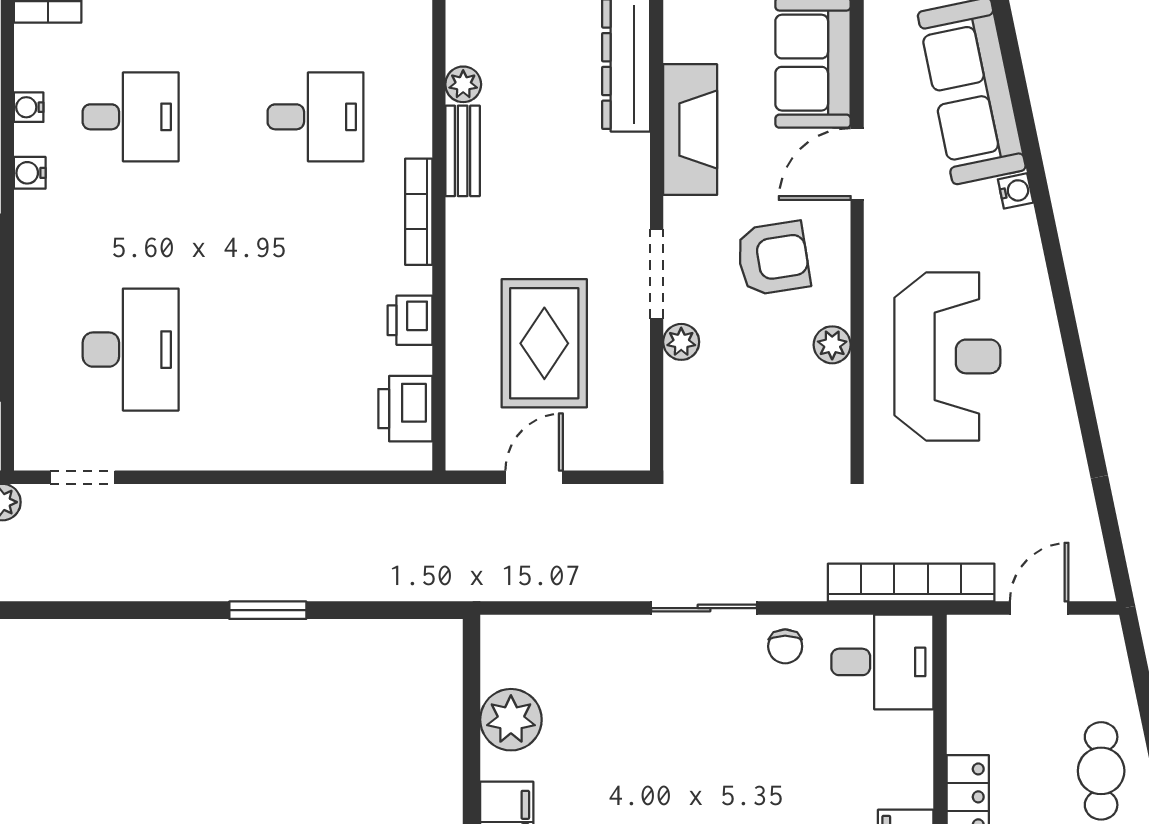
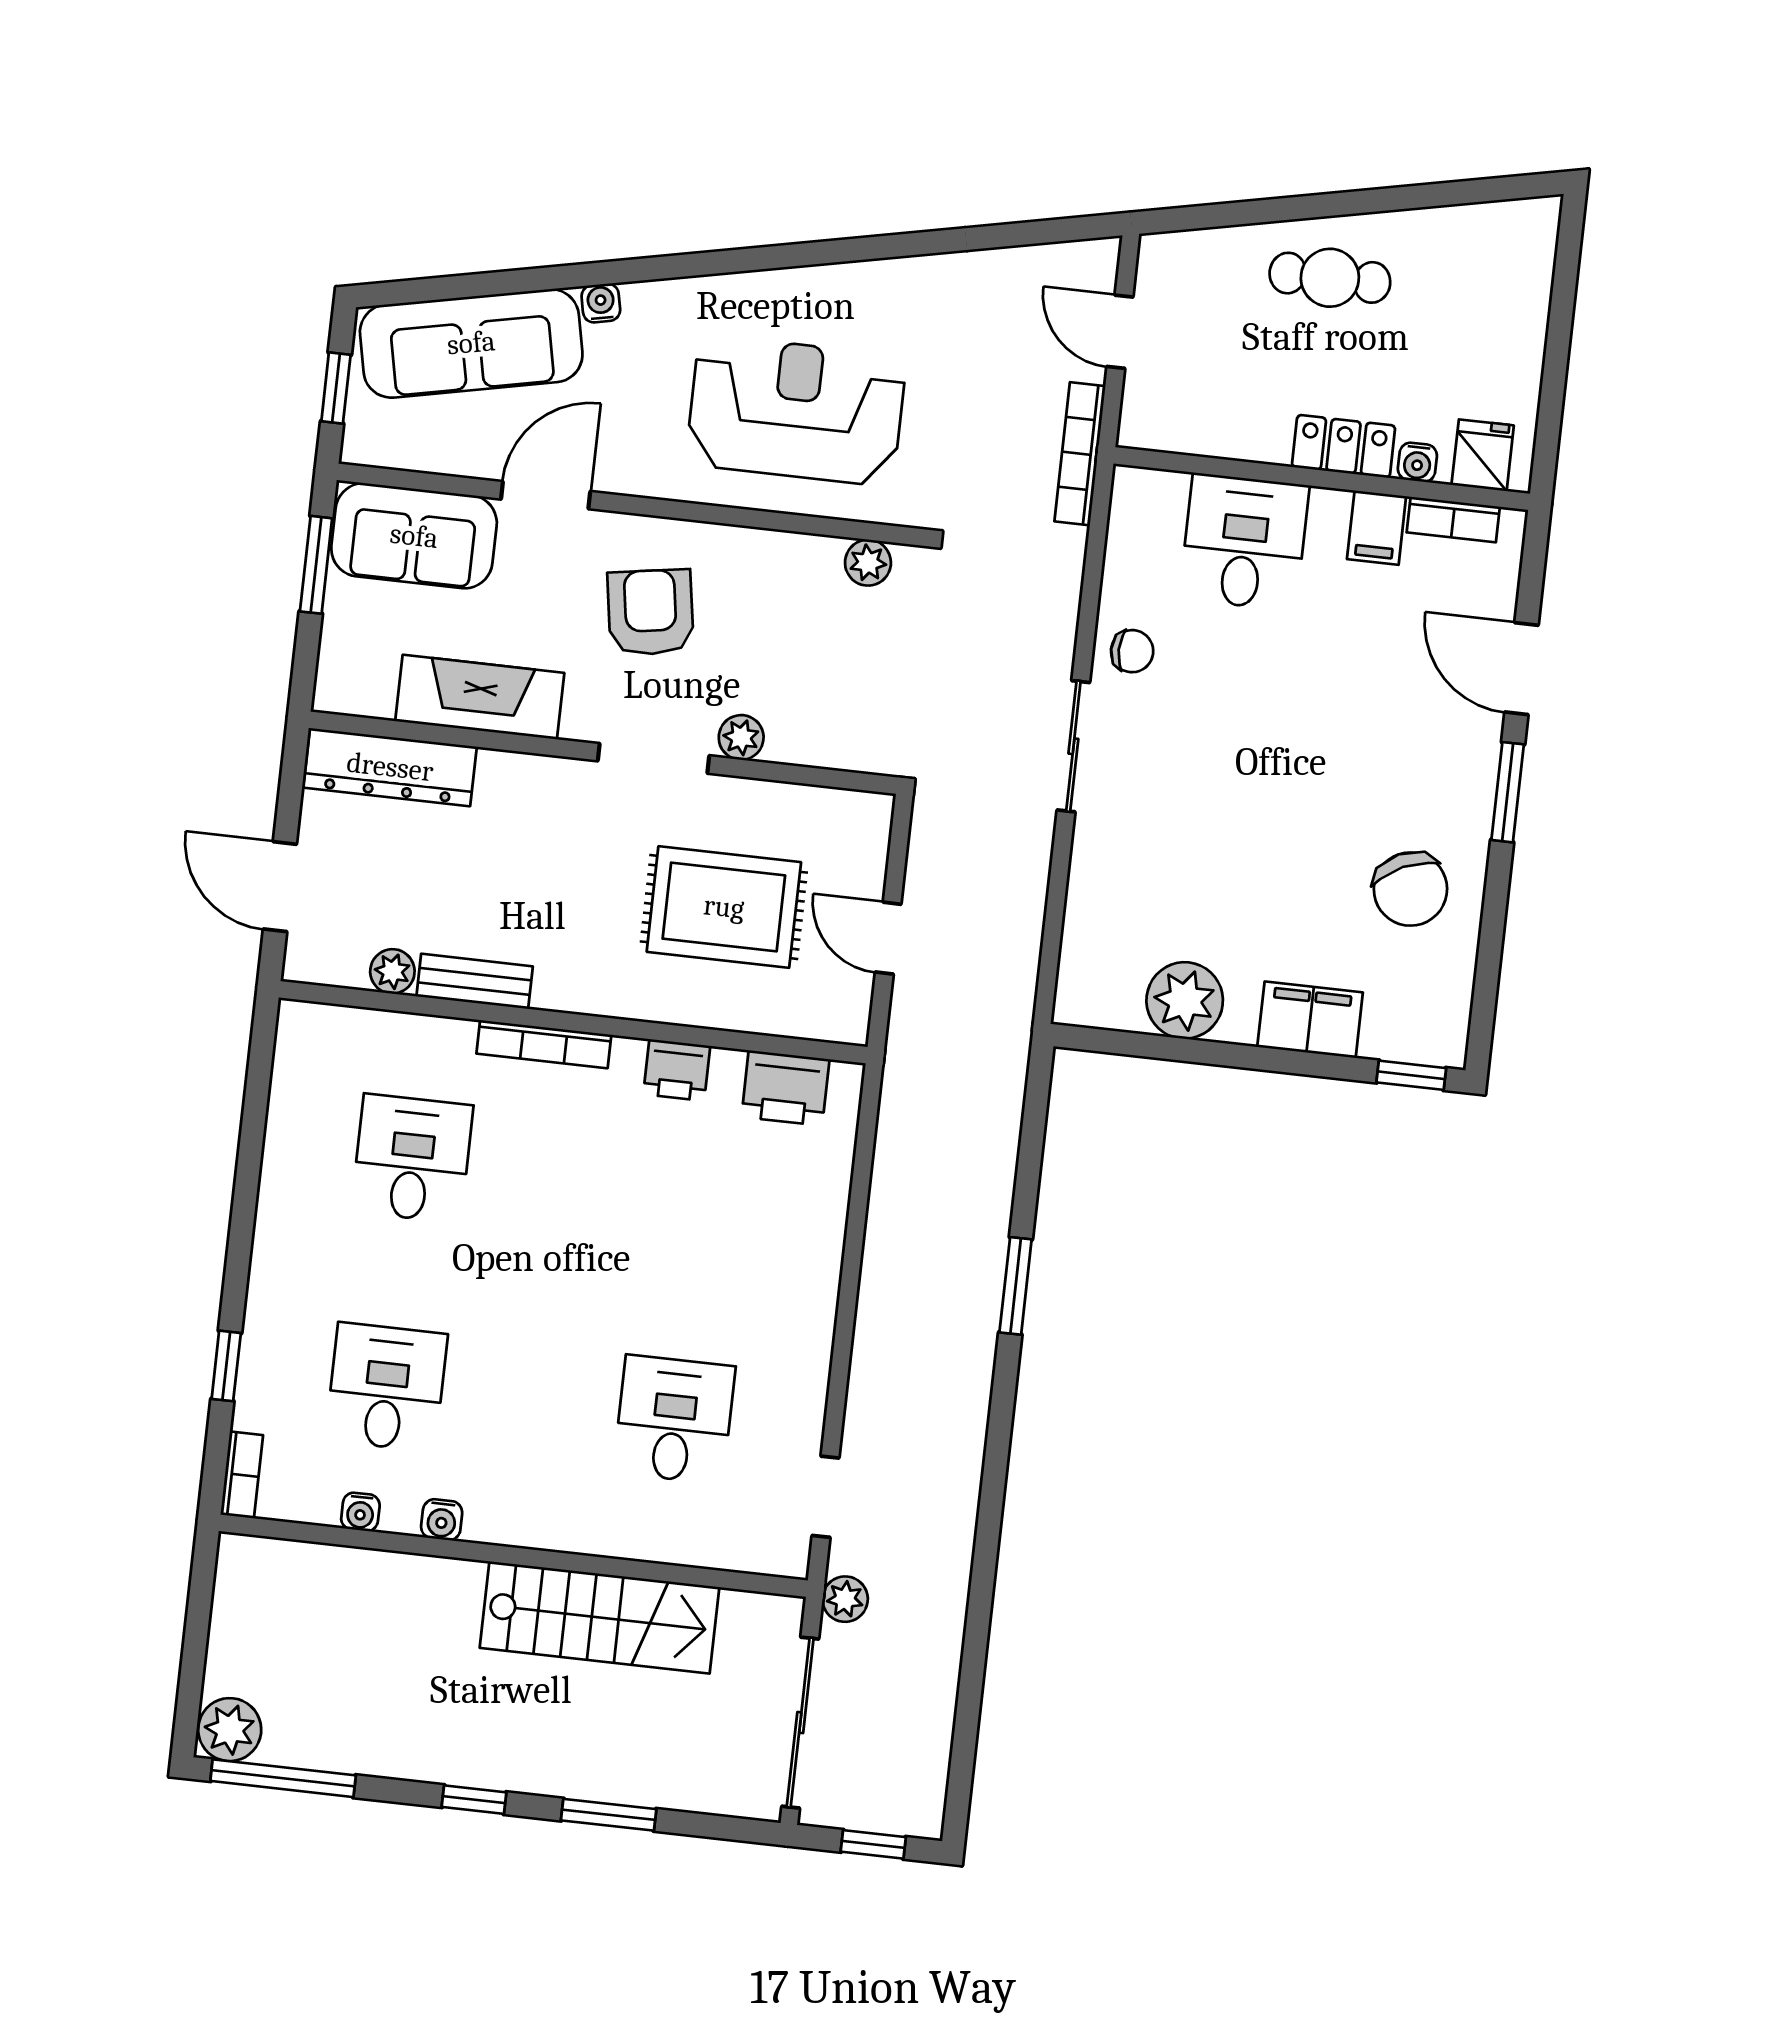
door: (857, 164) -> (546, 495), swing flipped
plant: (832, 345) -> (868, 563), moved
desk: (131, 350) -> (674, 1419), width x0.73
bookcase: (911, 583) -> (1080, 454), width x0.68, depth x0.76
desk: (882, 662) -> (1244, 542), moved

